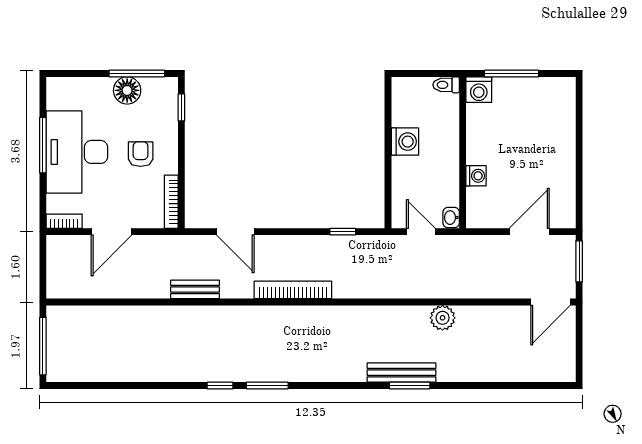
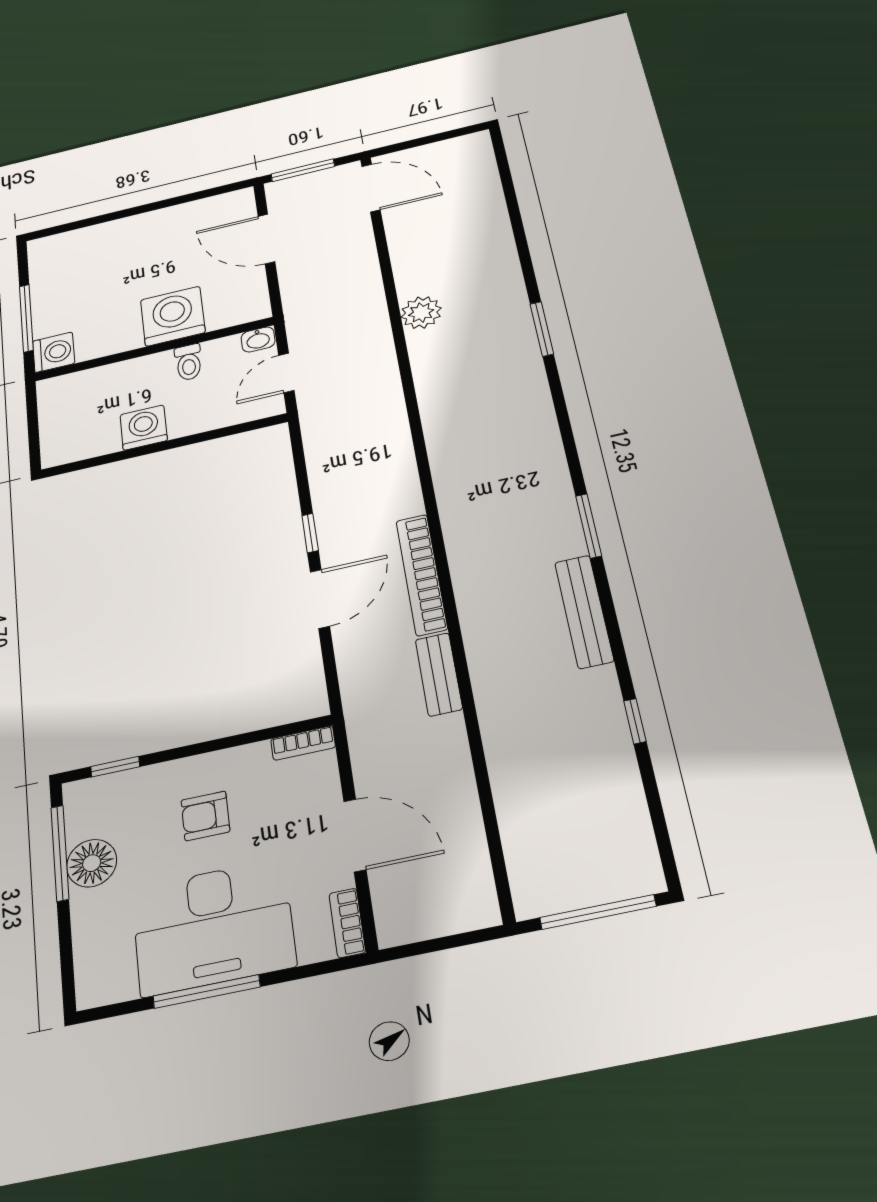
toilet: (446, 85) -> (188, 362), moved
washing machine: (476, 176) -> (173, 316), width x1.89, depth x1.89
bookcase: (171, 202) -> (303, 743), width x0.64
door: (235, 232) -> (320, 599), moved
window: (343, 232) -> (310, 533), moved
bookcase: (293, 290) -> (422, 574), moved
bench: (402, 373) -> (584, 611), moved
window: (220, 386) -> (635, 721), moved

